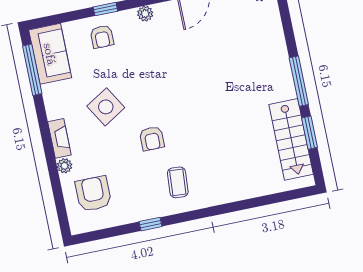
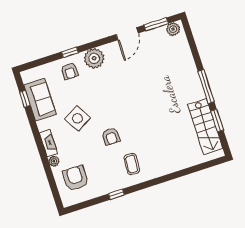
plant: (145, 14) -> (94, 58), width x1.88, depth x1.88
sofa: (50, 54) -> (40, 100), moved
window: (32, 70) -> (25, 99), width x0.46

